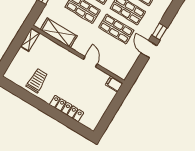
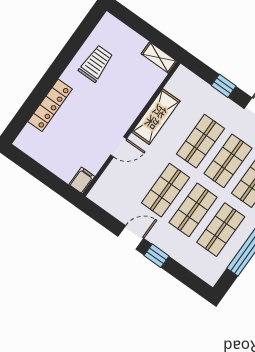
shelving: (59, 33) -> (156, 117), moved
trolley: (37, 81) -> (96, 63), turned -90

